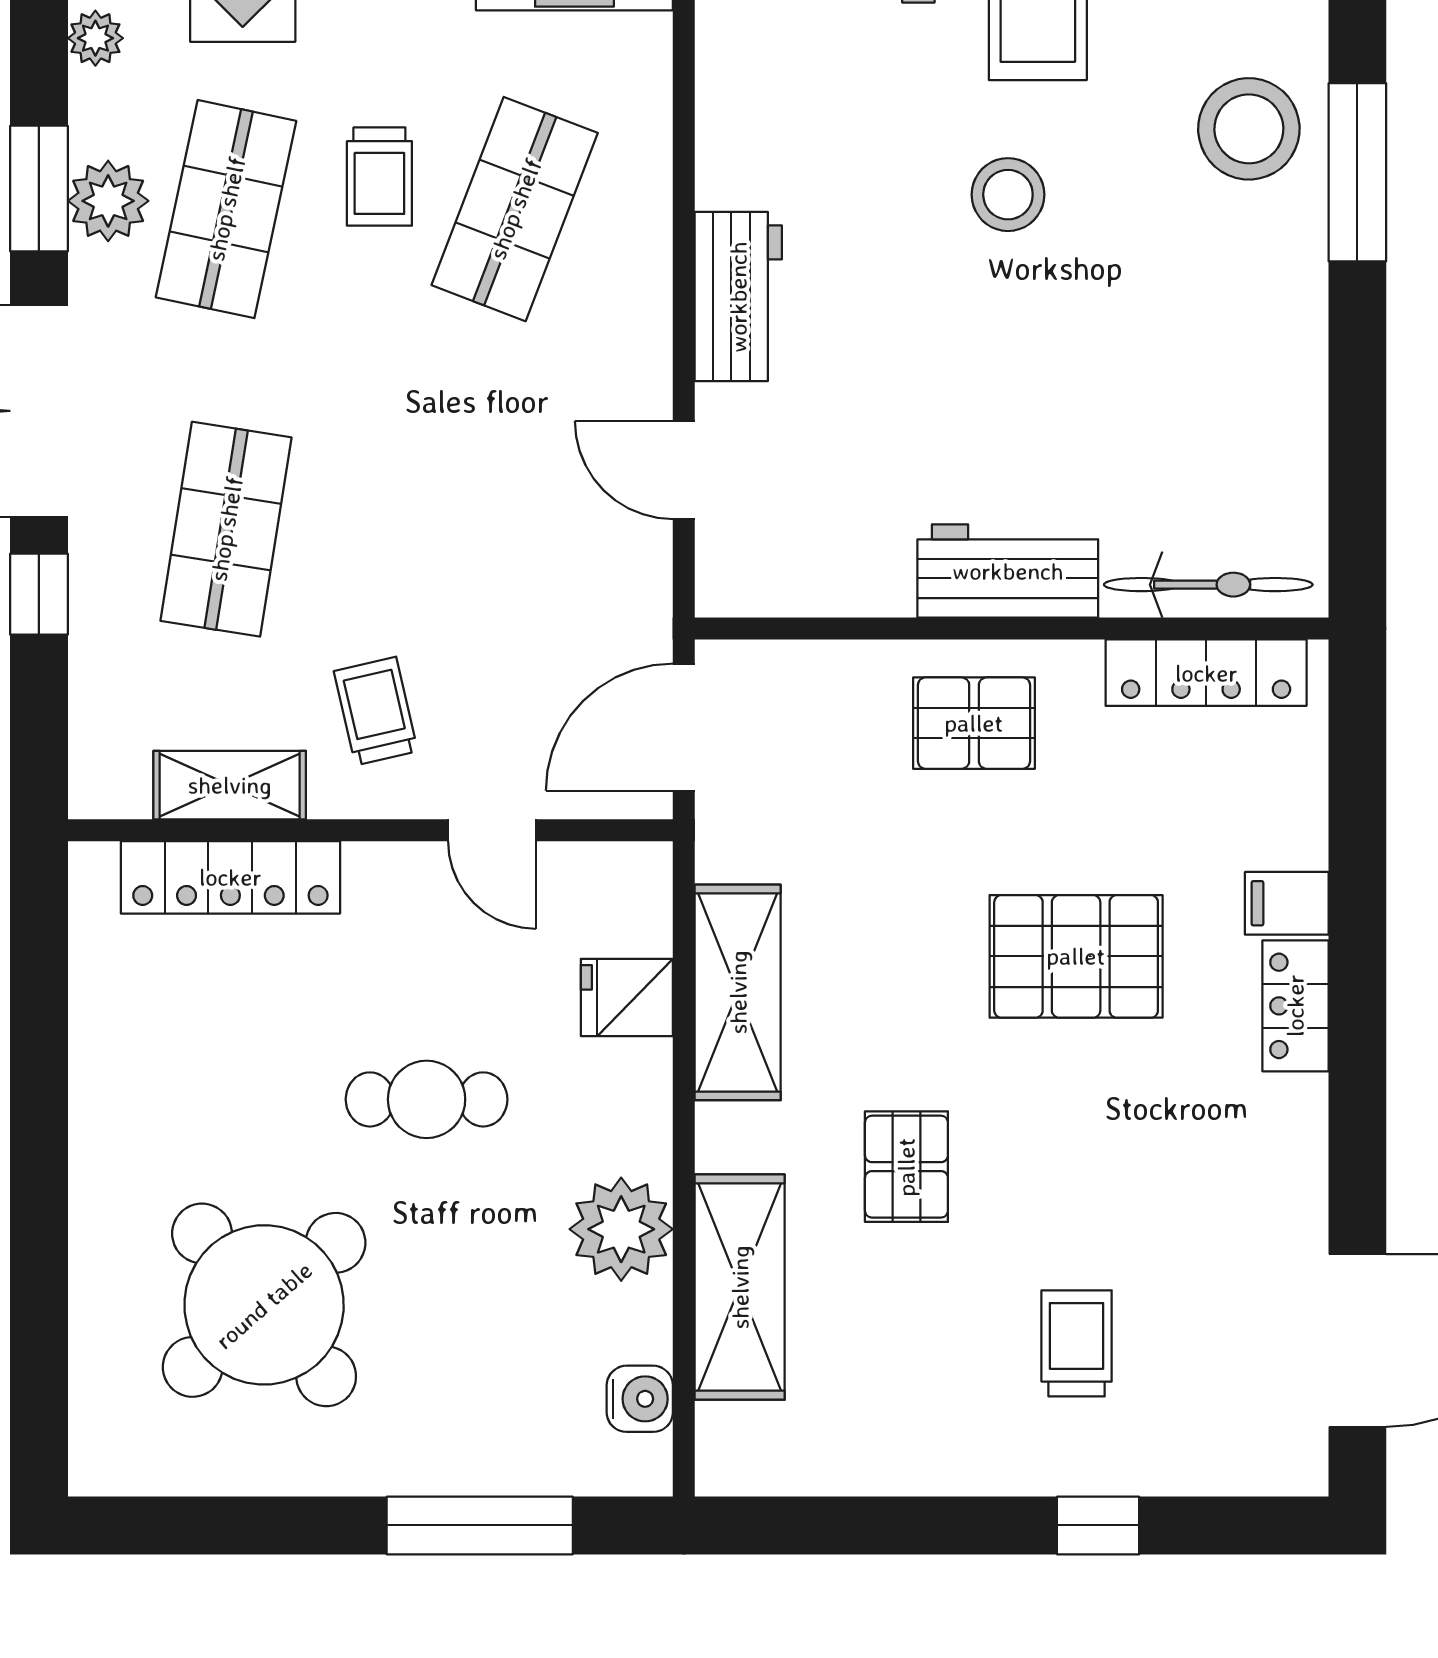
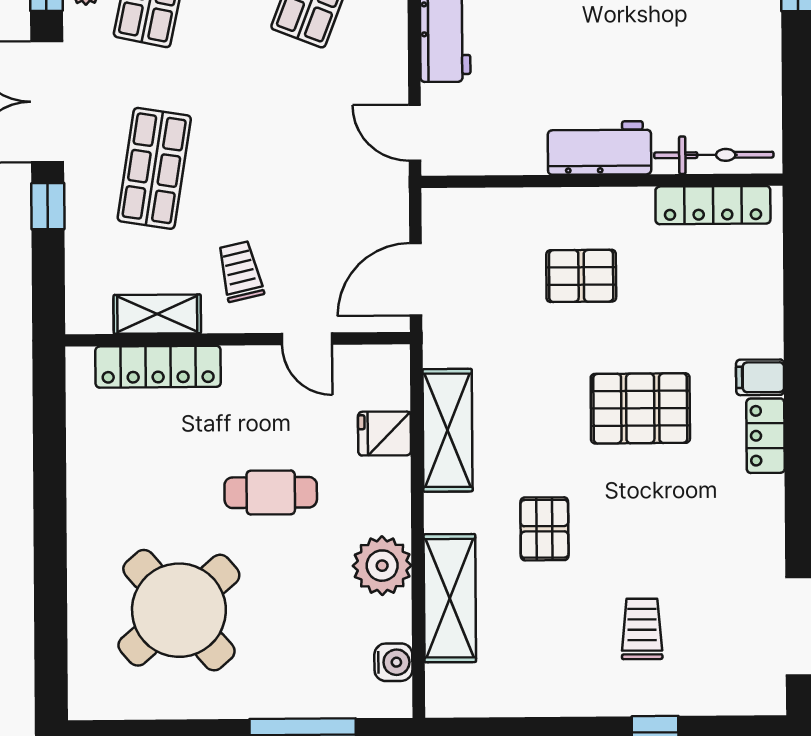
workbench: (1008, 571) -> (600, 148), moved
bicycle: (1208, 585) -> (714, 155), moved
wall: (1012, 628) -> (602, 181), moved
locker: (1206, 673) -> (713, 205), moved

